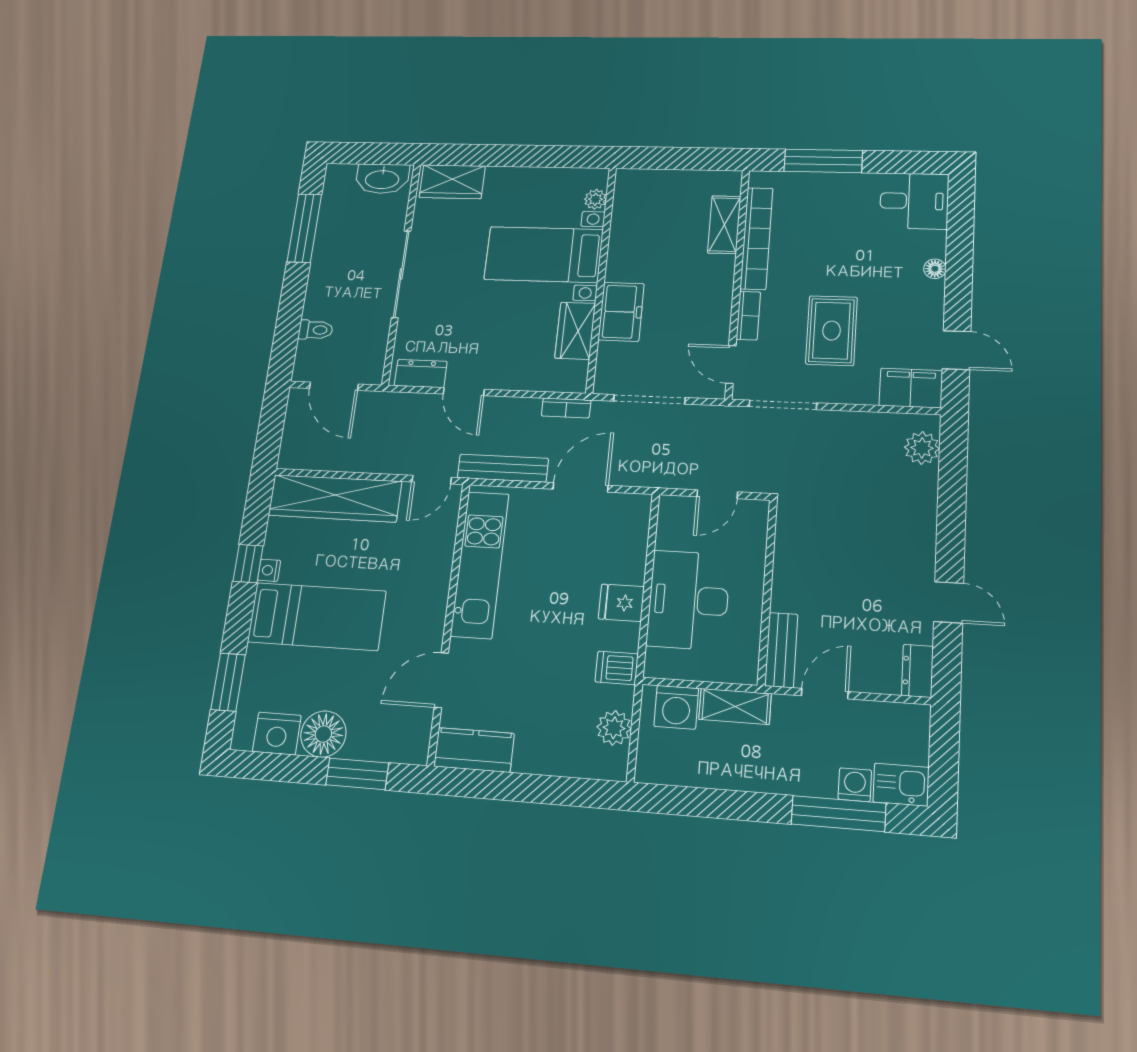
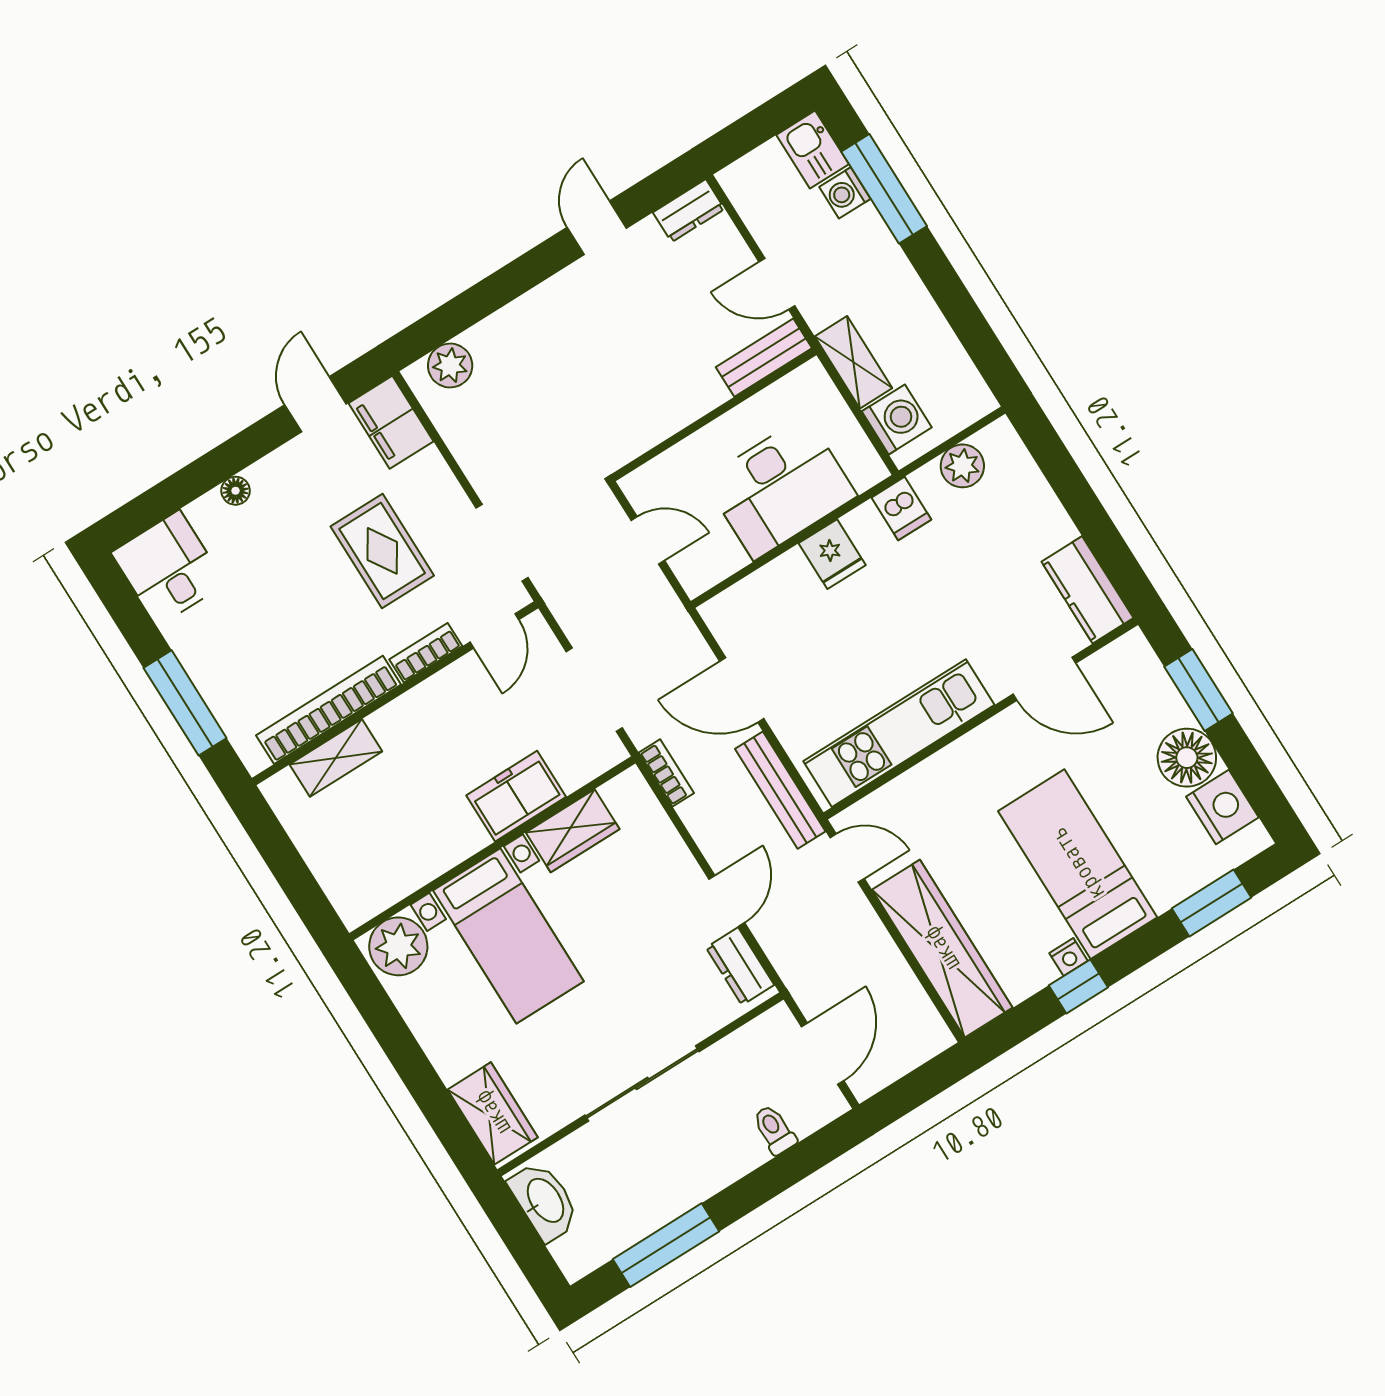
plant: (595, 199) -> (398, 946), width x1.87, depth x1.87
rug: (832, 331) -> (382, 551), turned 90

